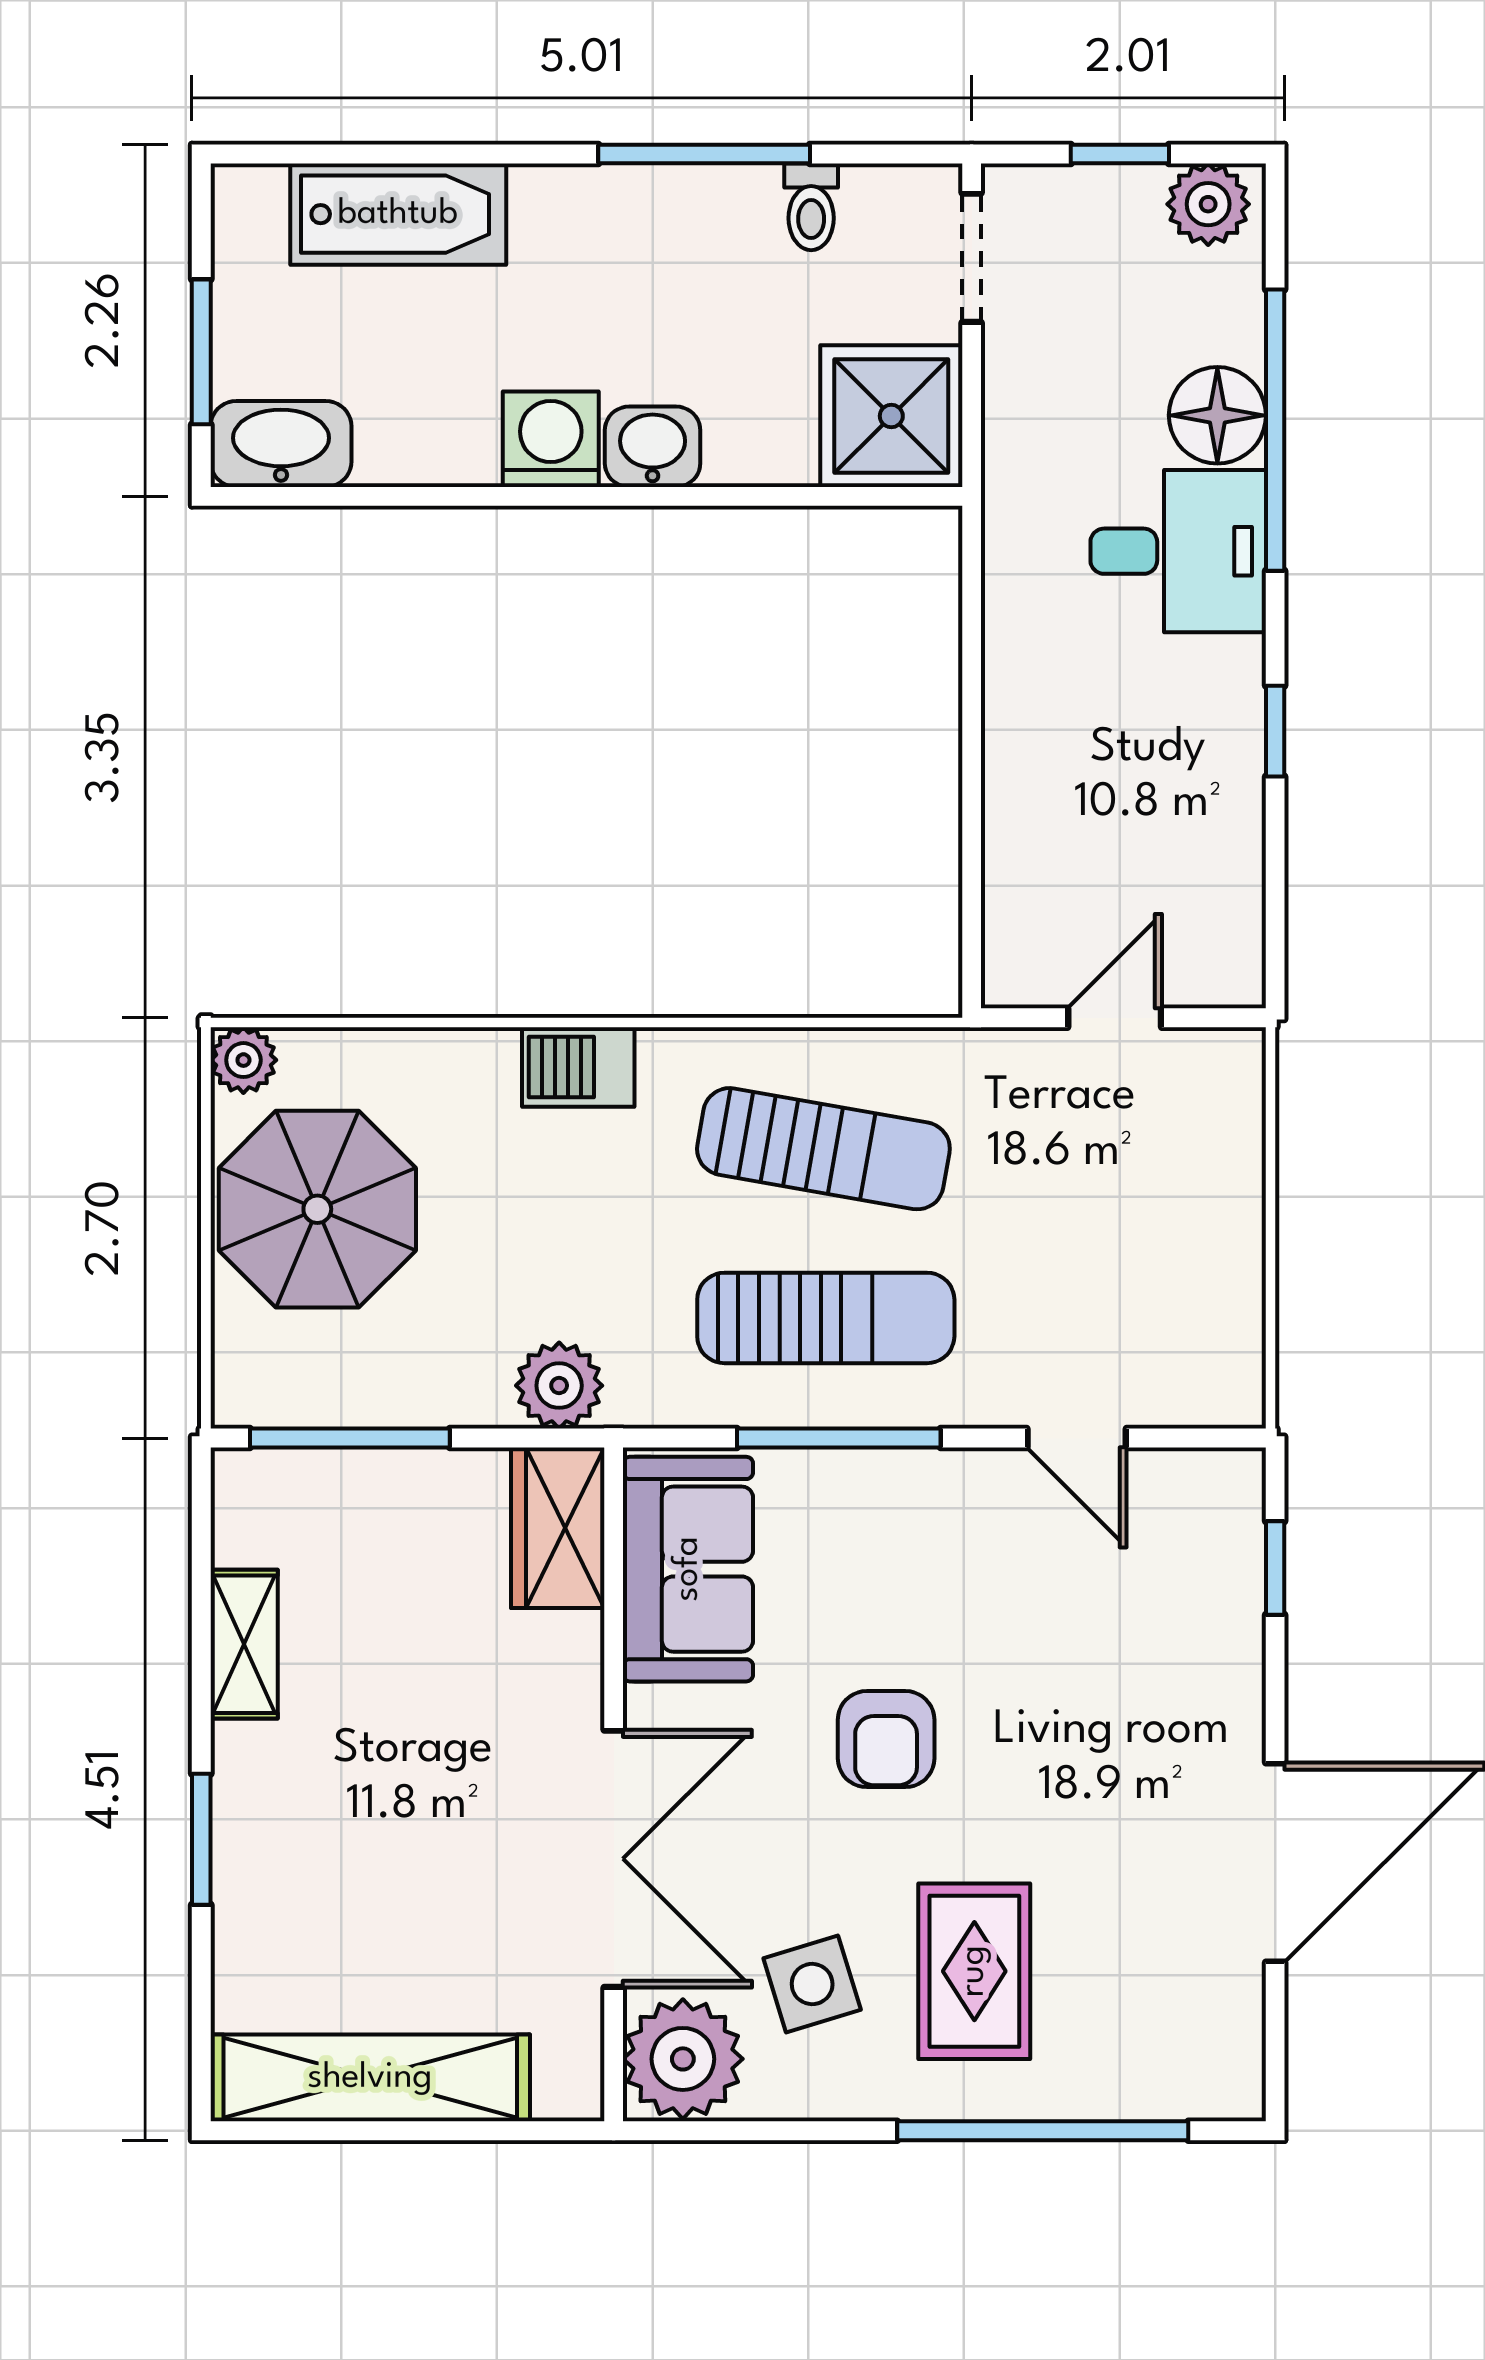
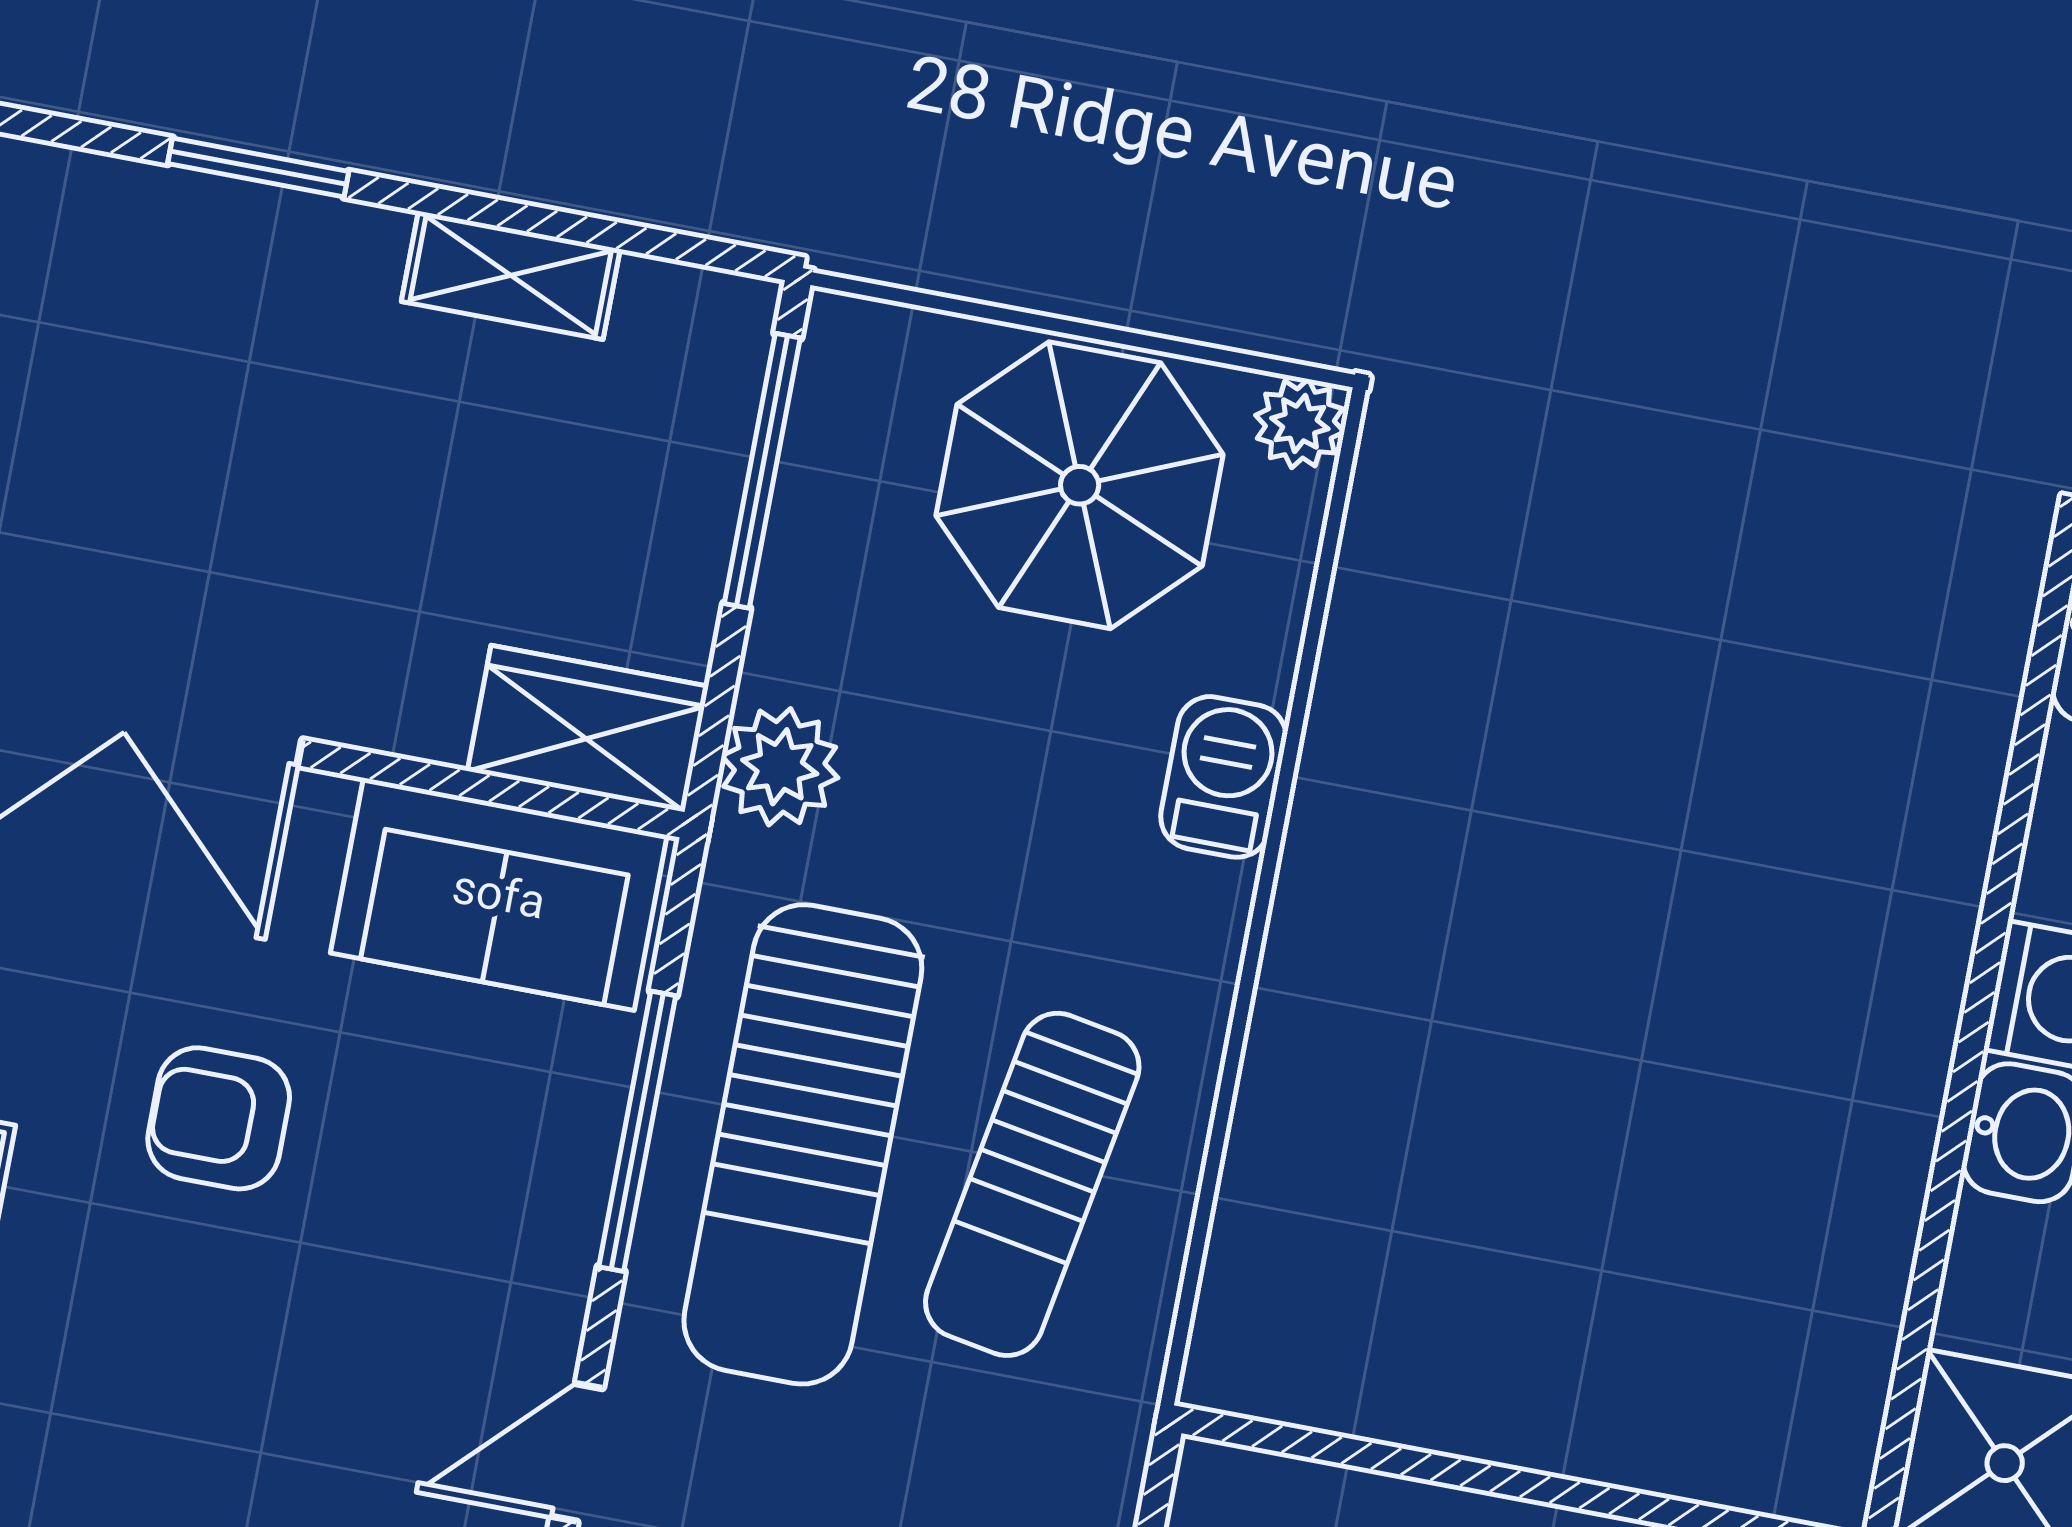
barbecue: (578, 1067) -> (1223, 777), moved
sun lounger: (826, 1318) -> (803, 1144), width x1.36, depth x1.34

